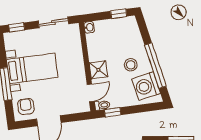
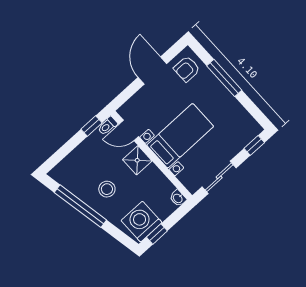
bed with nightstands: (32, 68) -> (180, 136), moved, turned 180
washing machine: (146, 86) -> (142, 222), moved, turned -79
door: (91, 93) -> (129, 130), hinge flipped
armchair: (26, 107) -> (187, 69), turned 90

